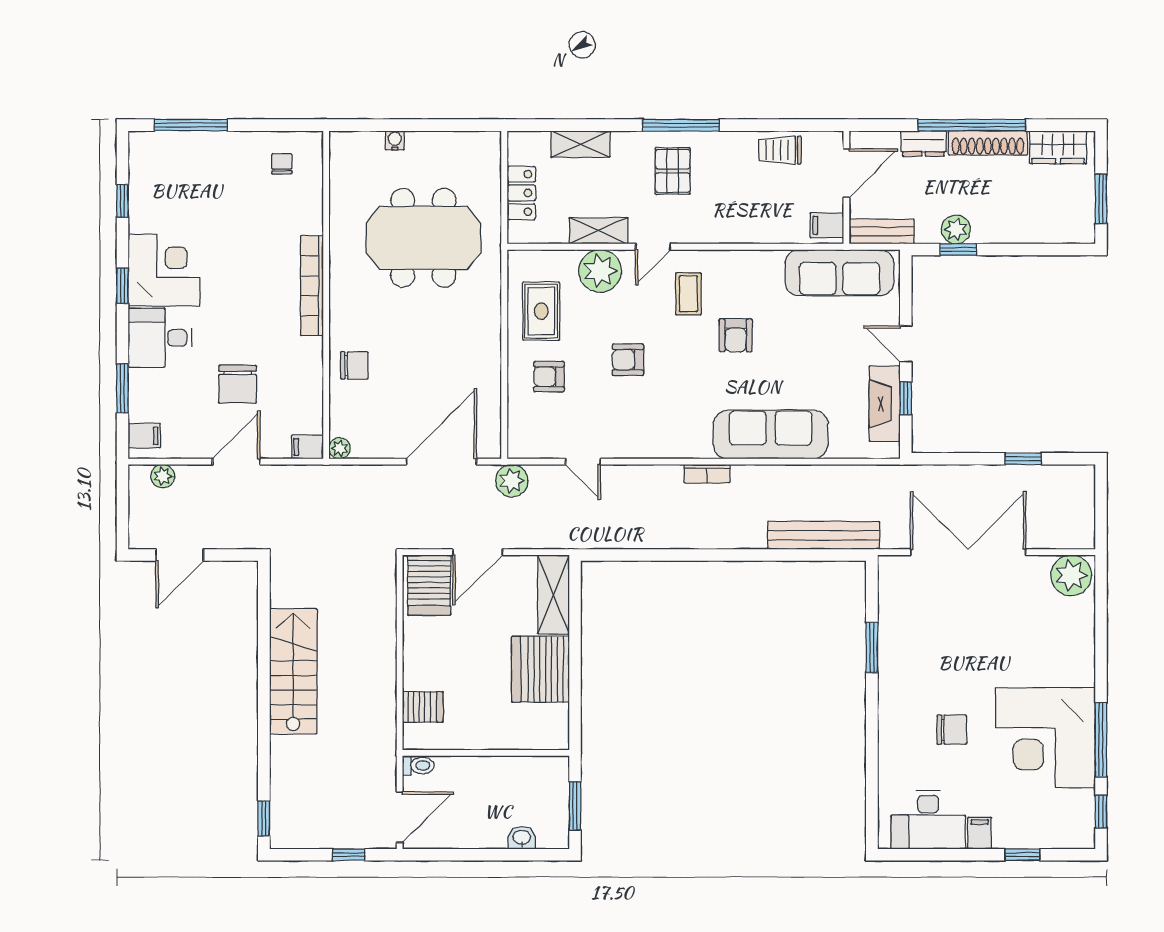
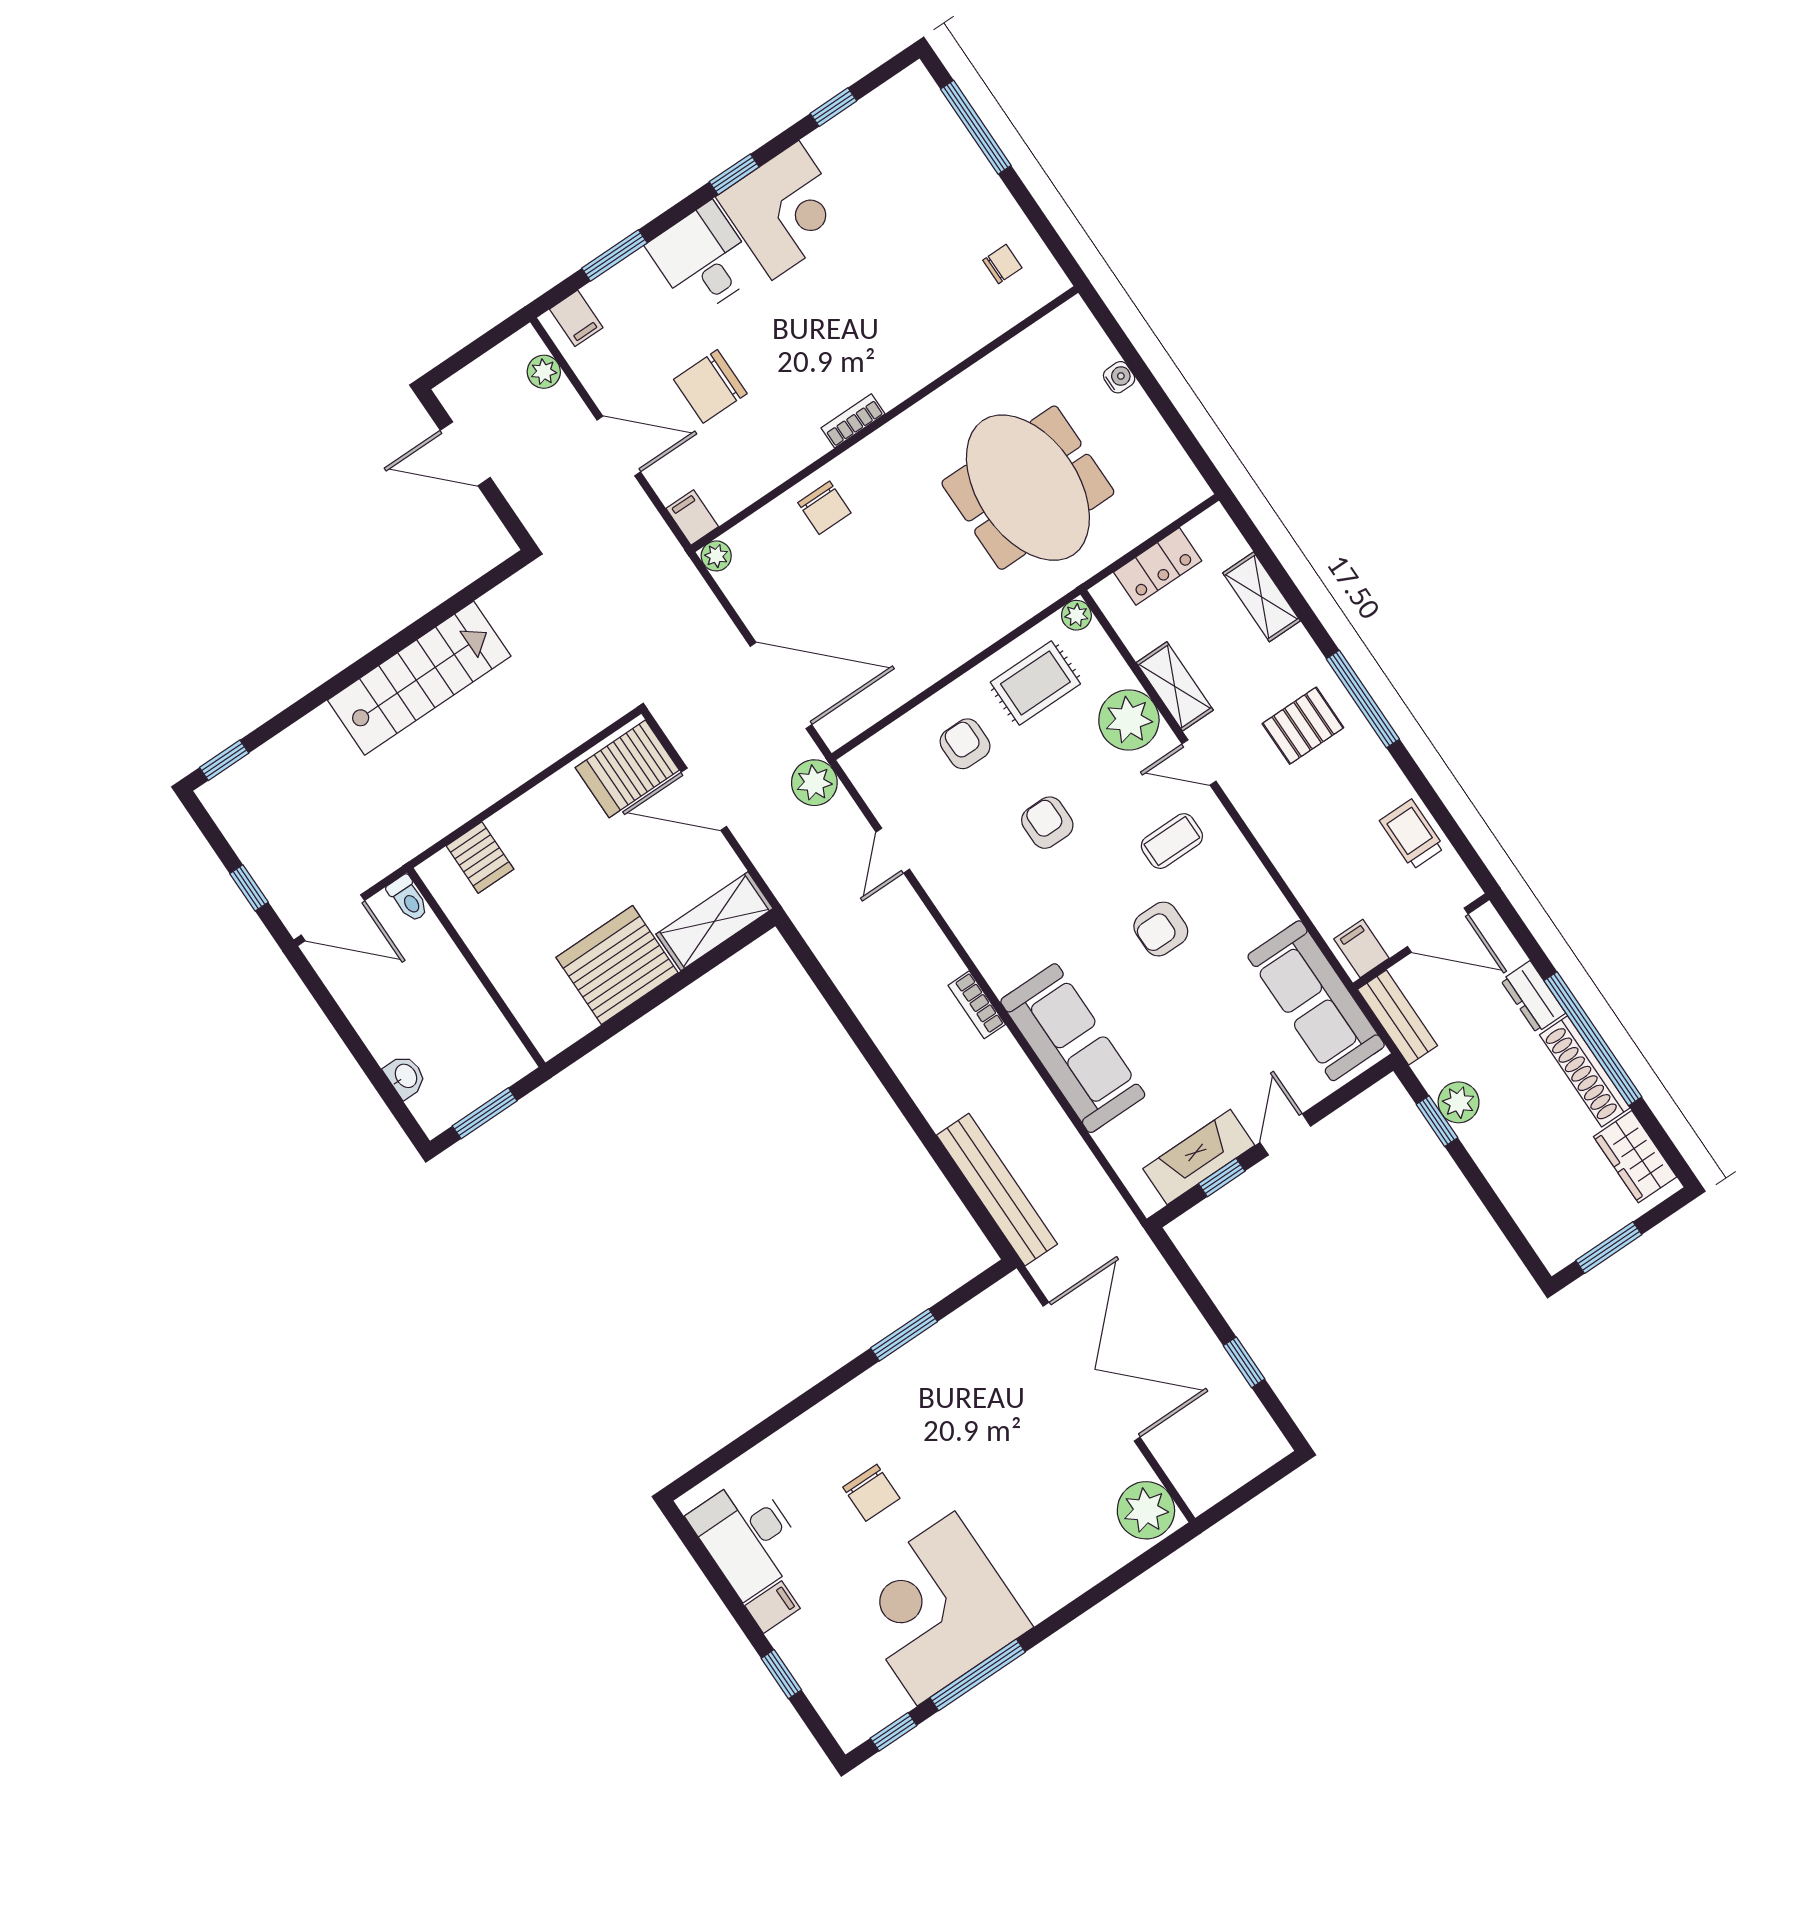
plant: (518, 260) -> (1076, 615), added
bookcase: (312, 286) -> (853, 421), width x0.43, depth x0.76

